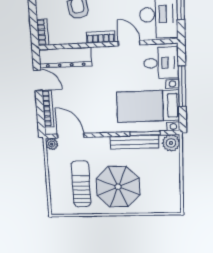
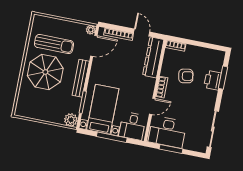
door: (38, 80) -> (142, 33), swing flipped
bench: (134, 142) -> (81, 78), moved

